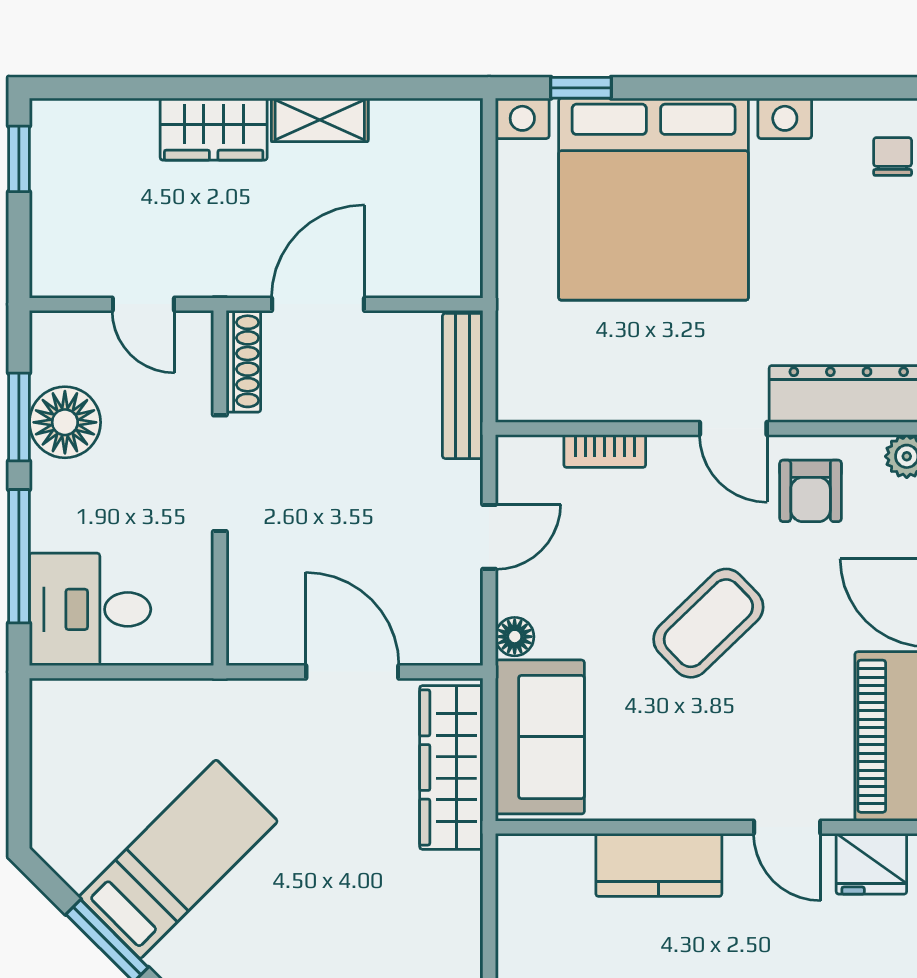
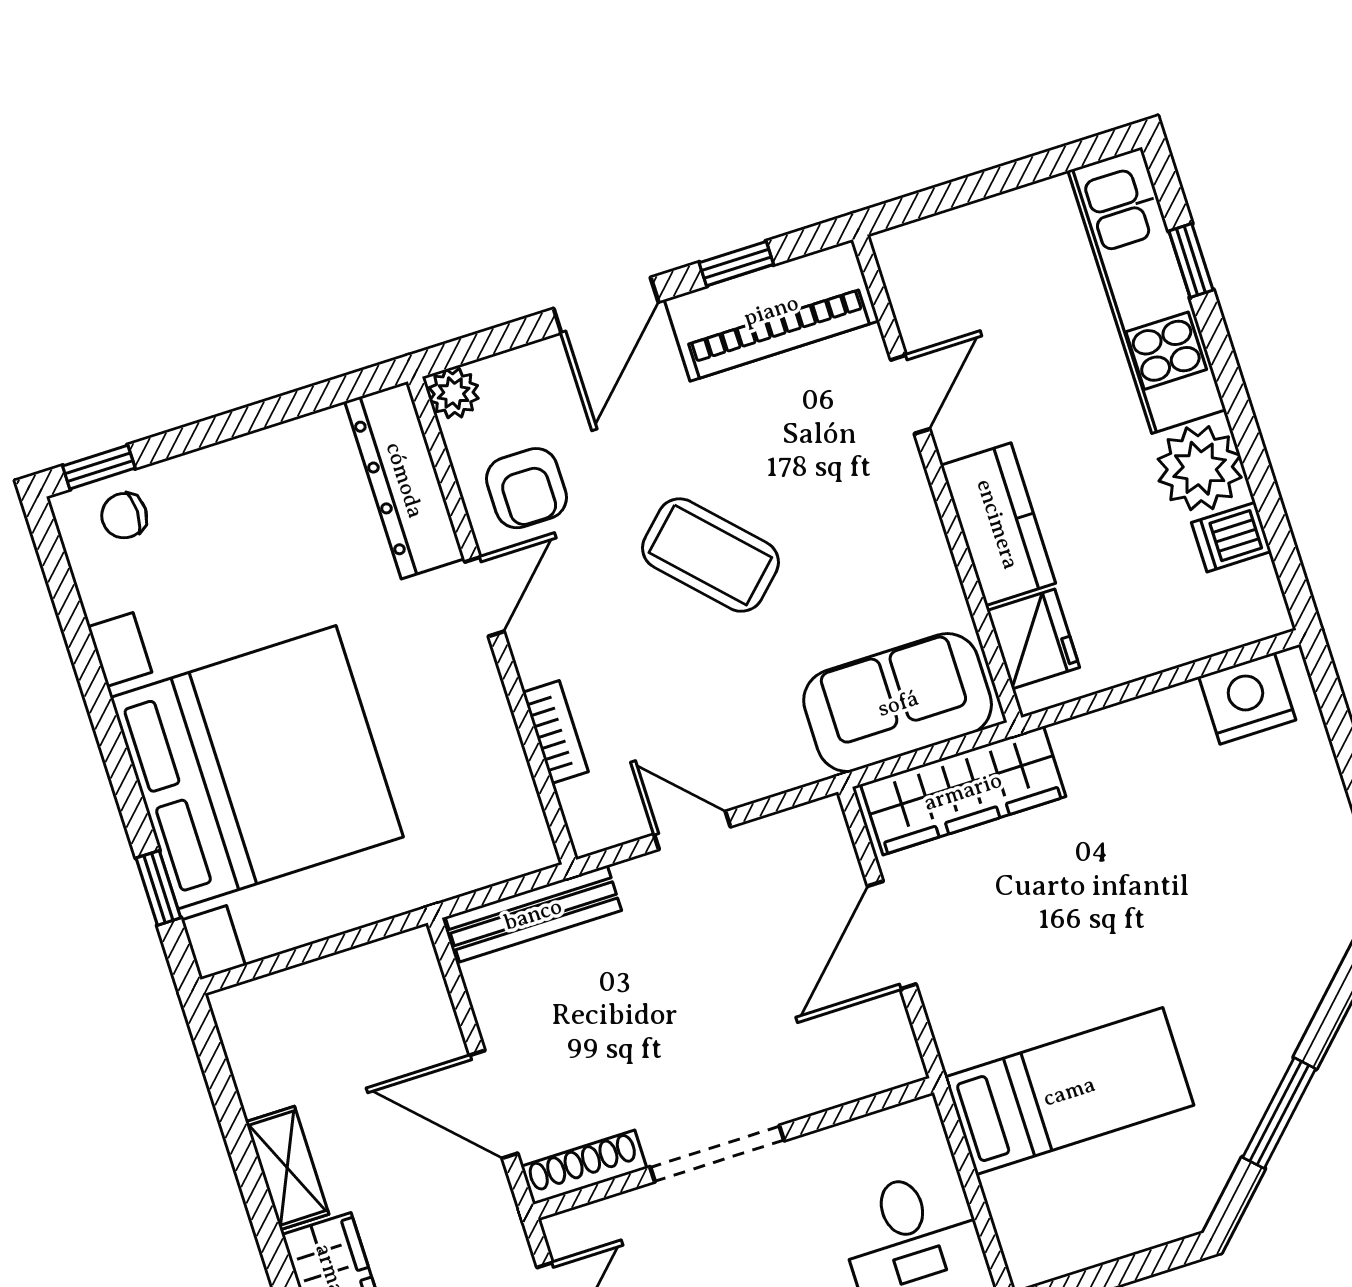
armchair: (811, 491) -> (526, 488), turned 90
floor lamp: (515, 637) -> (795, 766), removed
bed: (178, 859) -> (1069, 1091), moved, turned 135
fridge: (871, 864) -> (1033, 639), moved

